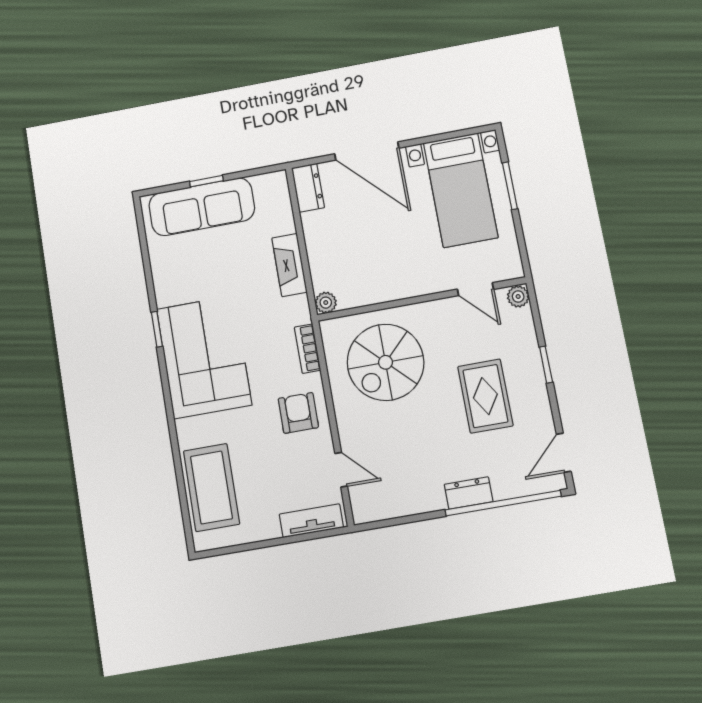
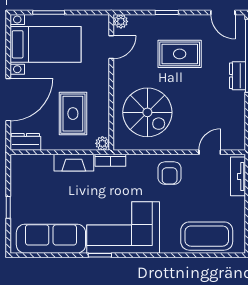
sofa: (202, 207) -> (51, 239), moved, turned -90
rug: (363, 250) -> (73, 114), added
bookcase: (308, 349) -> (110, 160), moved
armchair: (298, 413) -> (170, 173), turned -90

